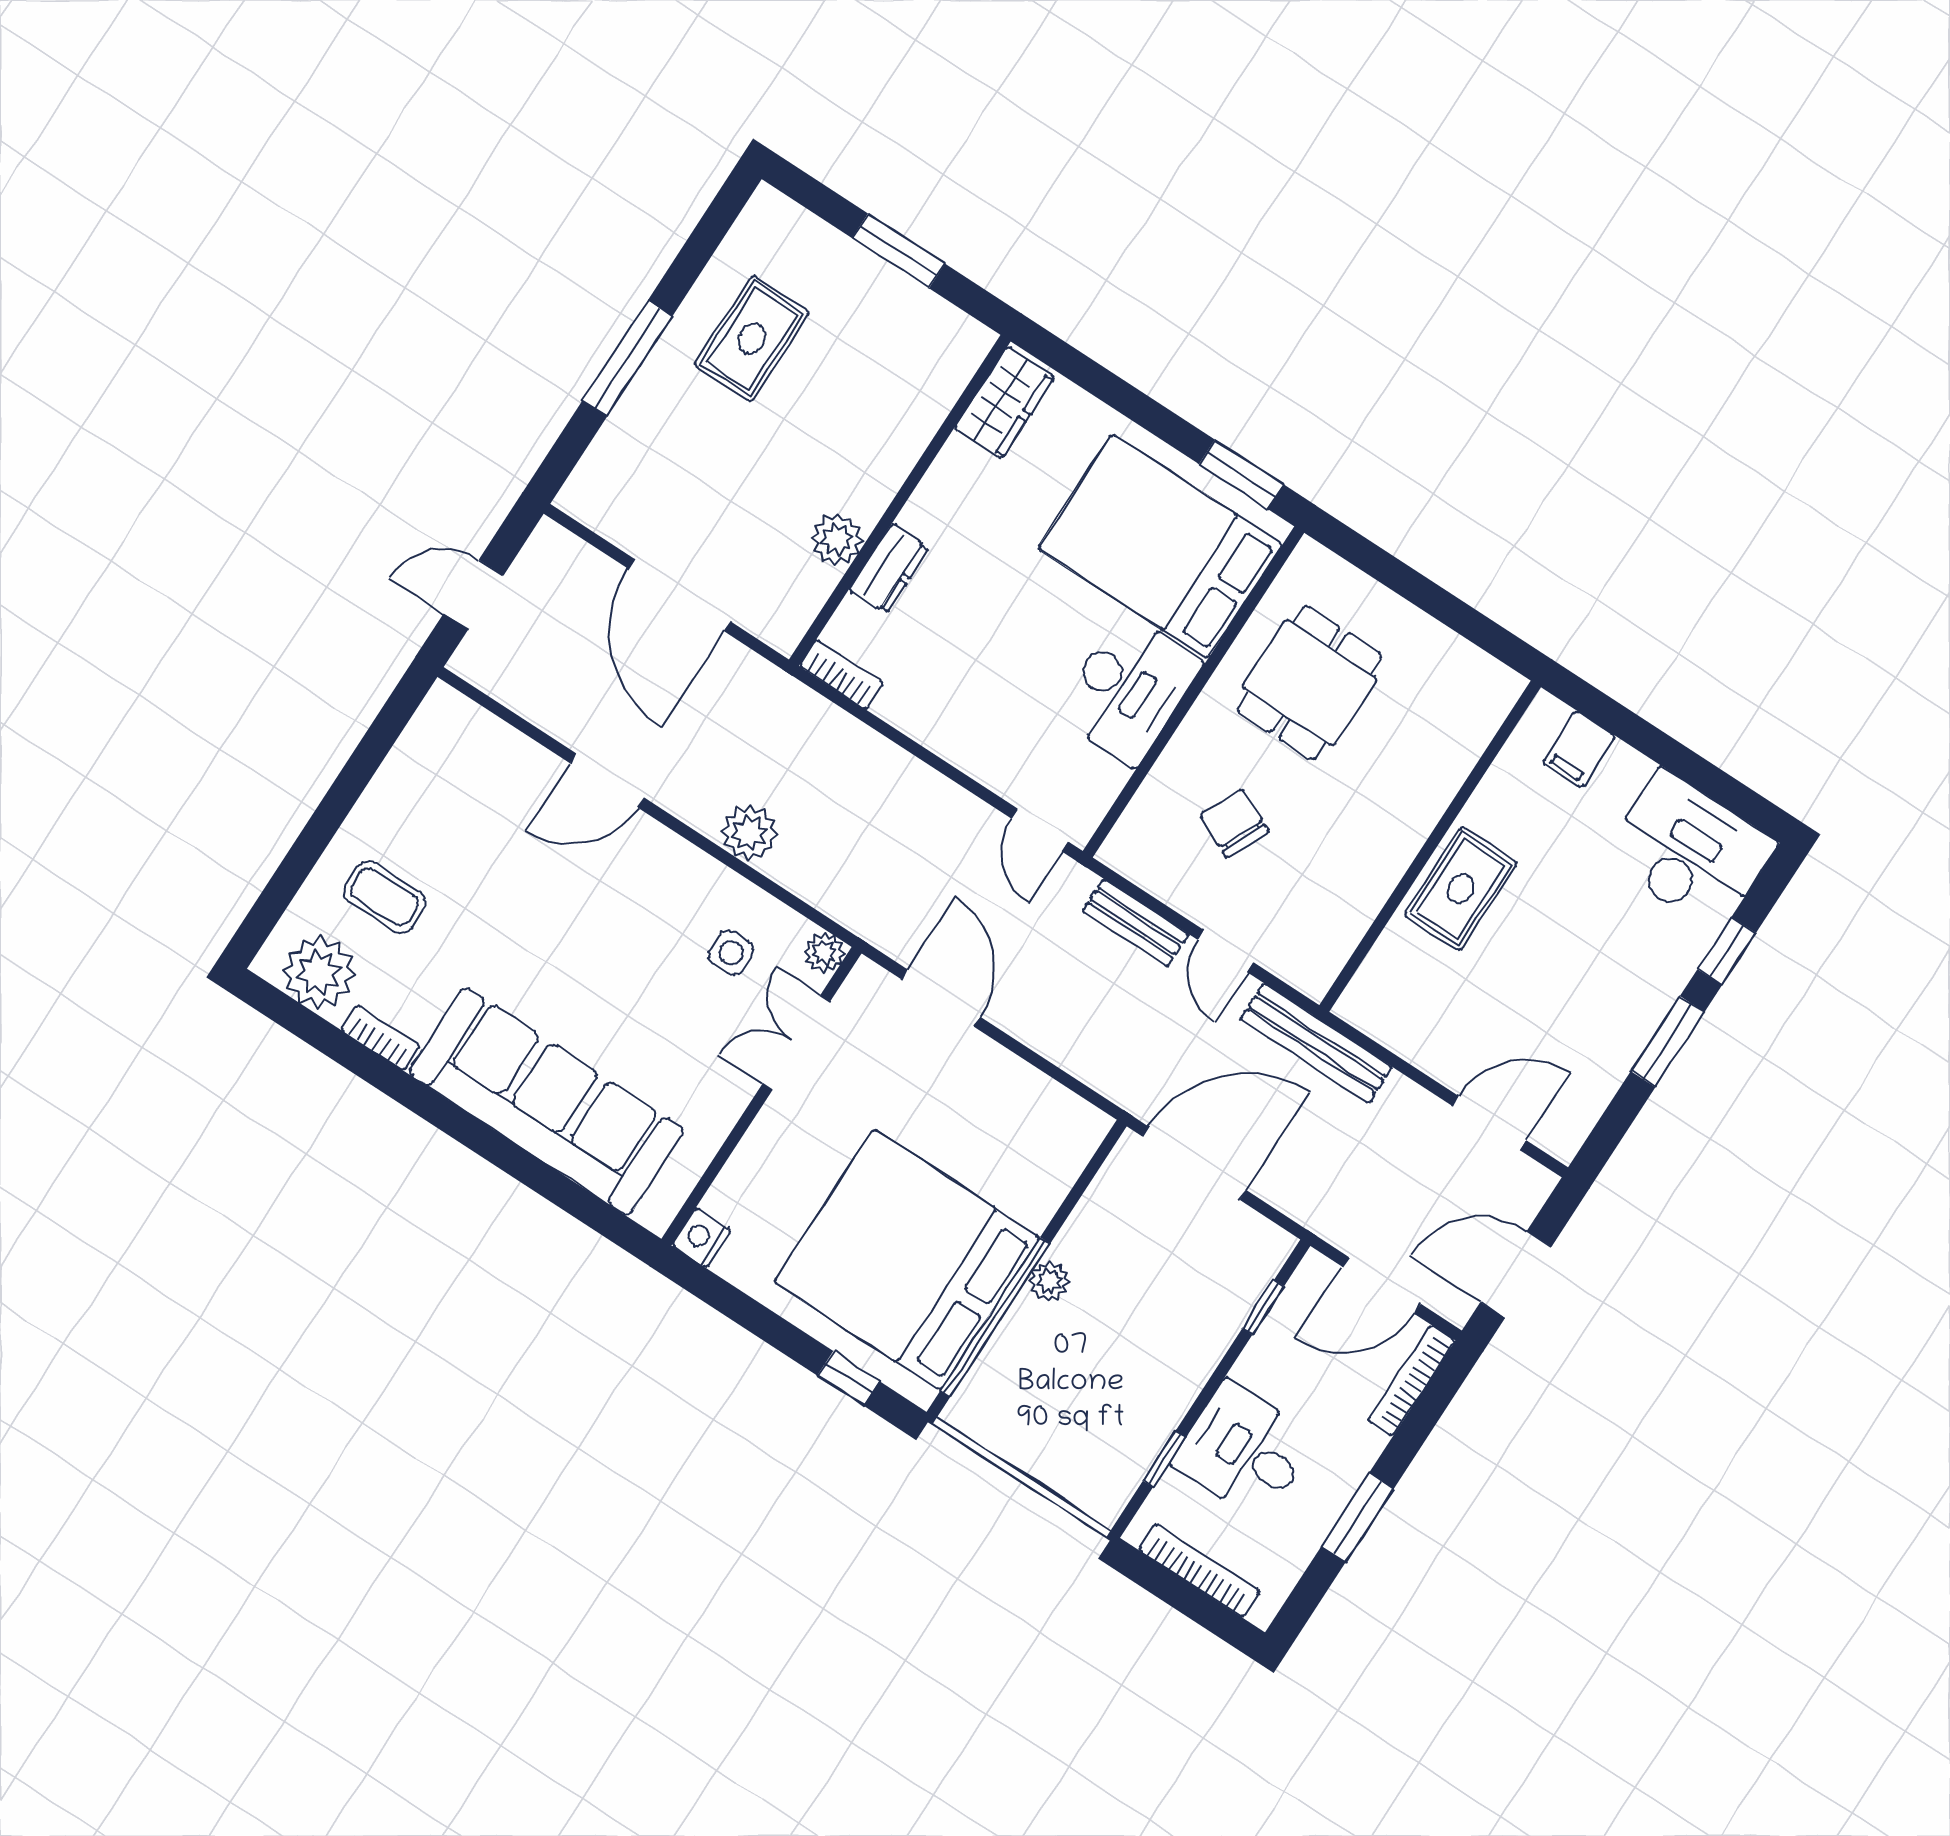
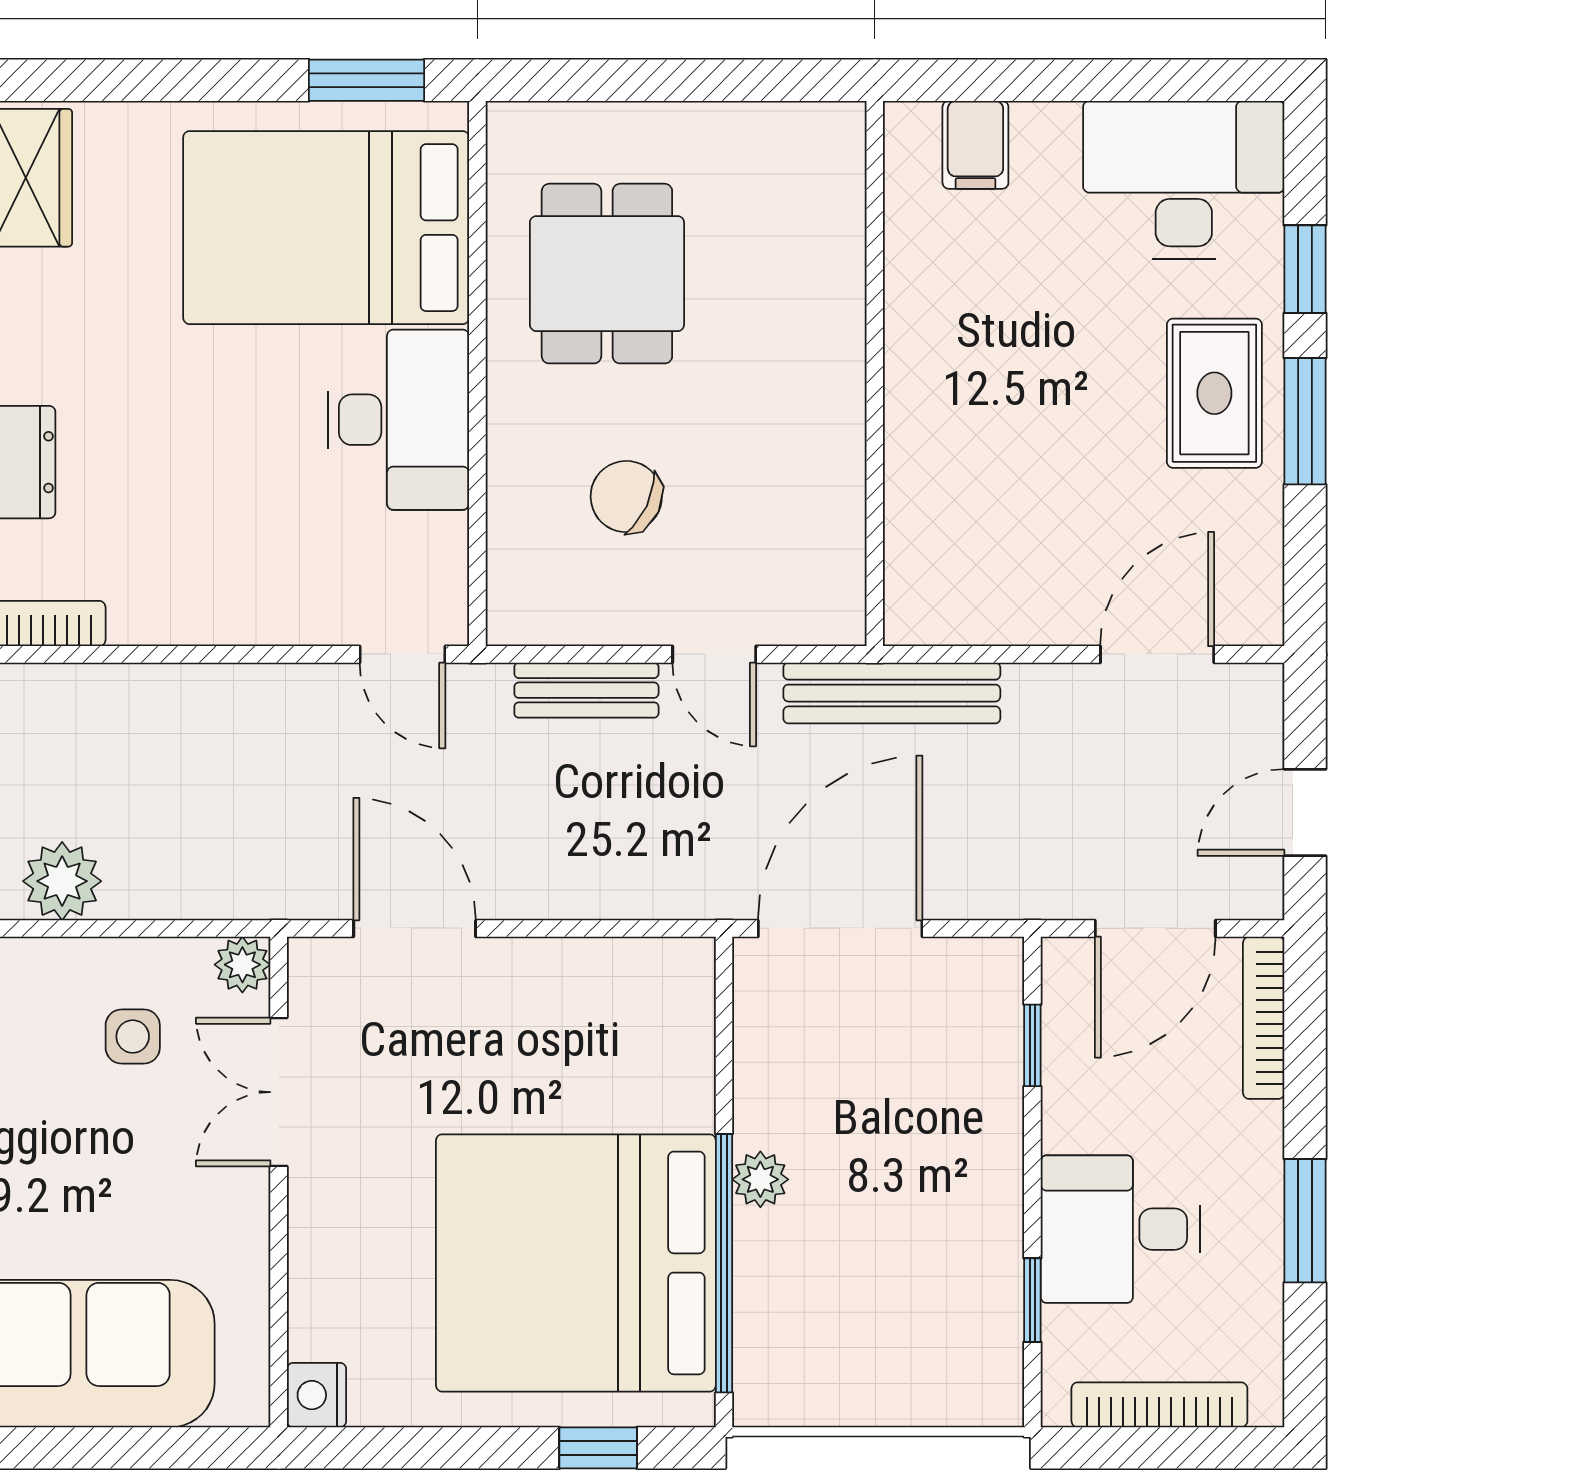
rug: (1461, 889) -> (1214, 393), moved
door: (1516, 1274) -> (1305, 812), width x0.73

